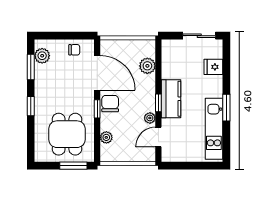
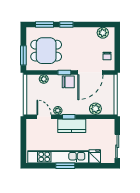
window: (31, 67) -> (44, 25), moved
kitchen unit: (214, 129) -> (58, 157), width x1.36

